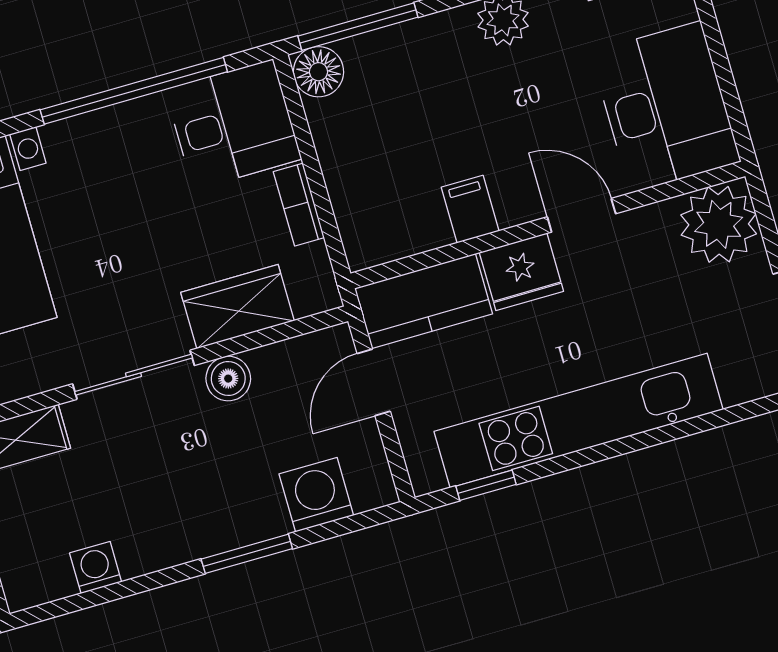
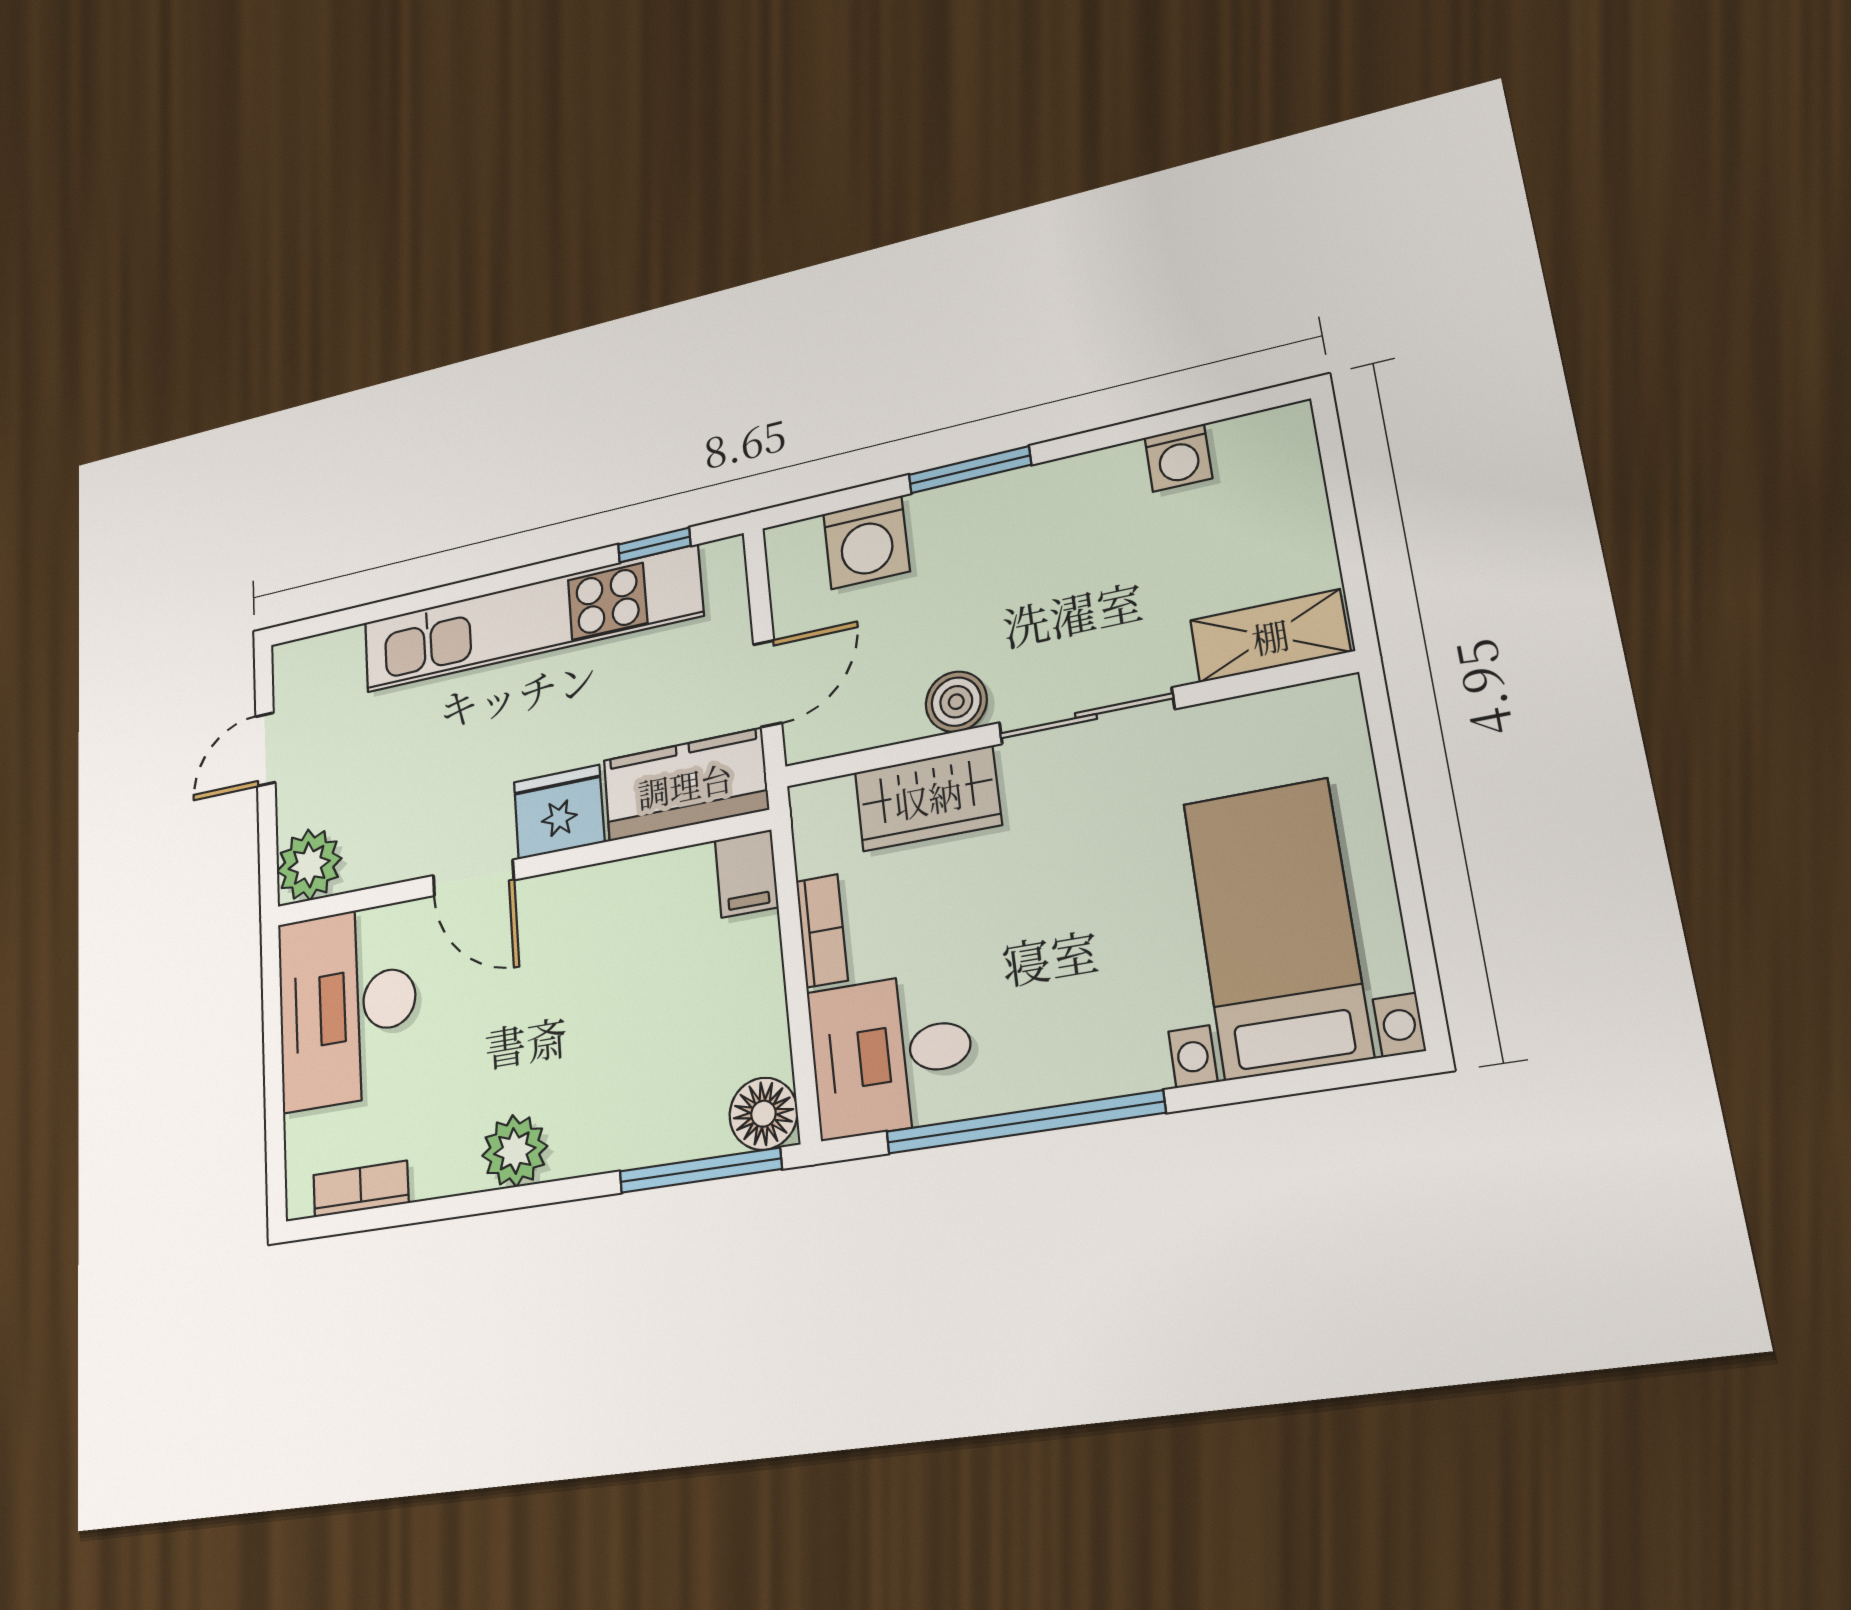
filing cabinet: (470, 209) -> (746, 874), moved
plant: (719, 224) -> (309, 865), width x0.73, depth x0.73

